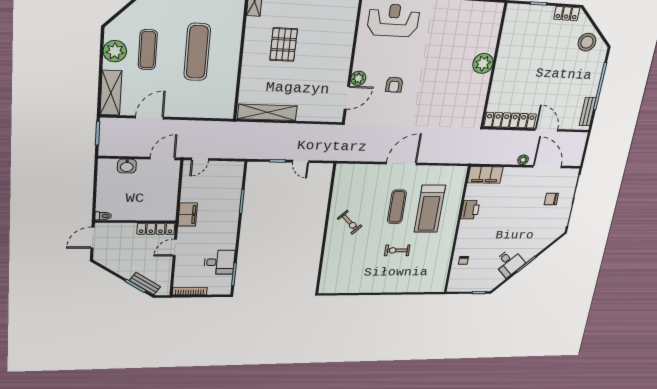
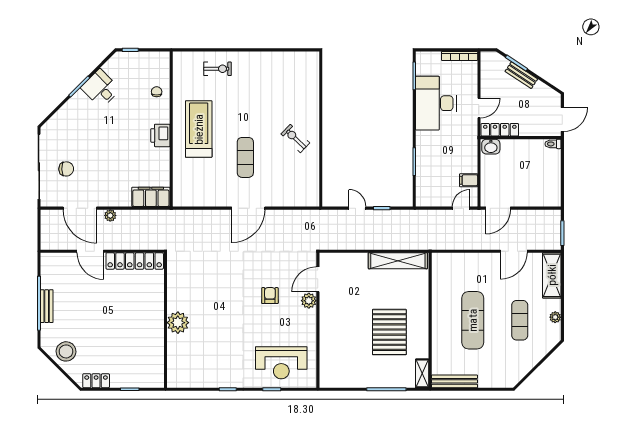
pallet: (284, 45) -> (389, 332), width x1.37, depth x1.41
plant: (115, 51) -> (555, 317), width x0.53, depth x0.53
bench: (588, 112) -> (47, 306), moved
washbasin: (127, 166) -> (491, 147), moved, turned 180
treadmill: (430, 209) -> (199, 129), moved
printer: (470, 210) -> (160, 135), moved
filing cabinet: (188, 214) -> (469, 180), moved, width x0.50
exercise bike: (397, 250) -> (218, 69), moved
desk: (219, 262) -> (436, 103), width x1.87, depth x1.30
bench: (145, 284) -> (521, 75), moved

